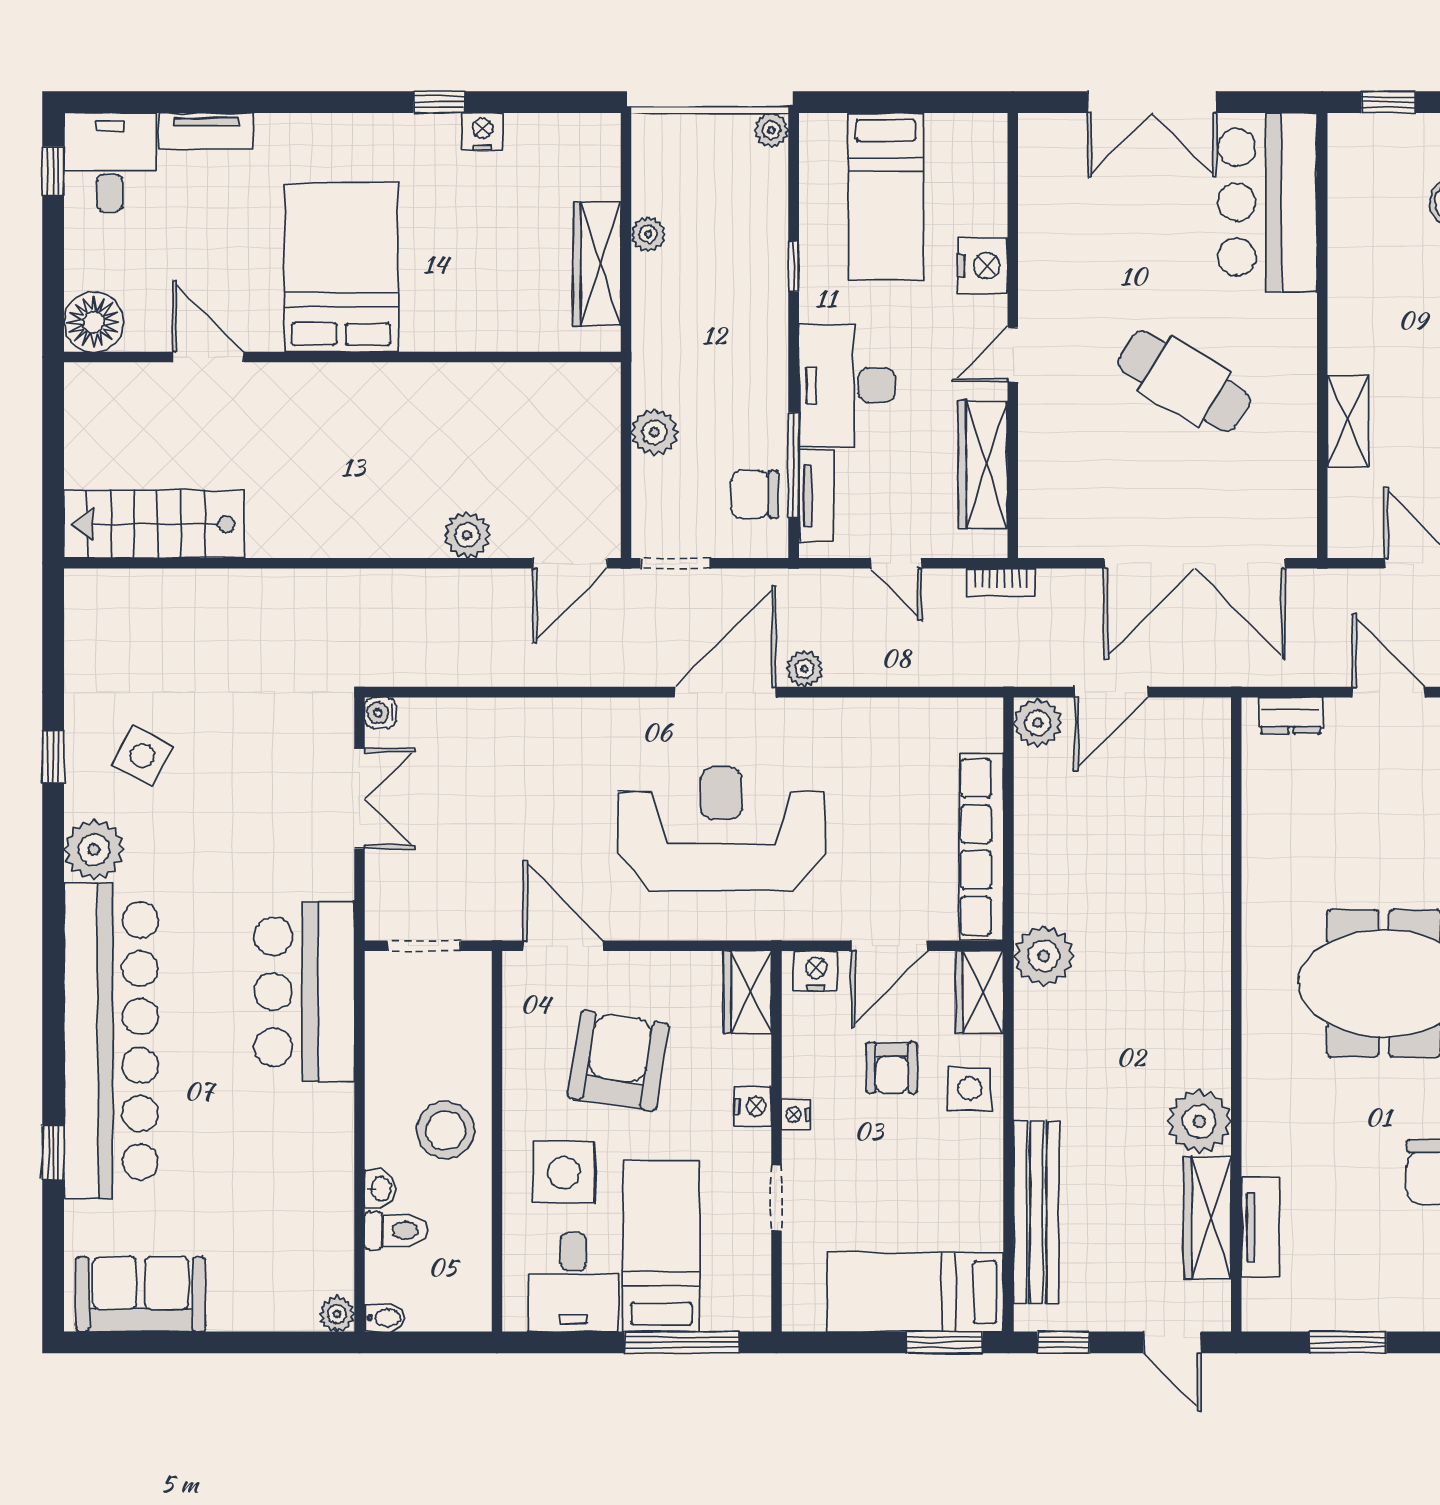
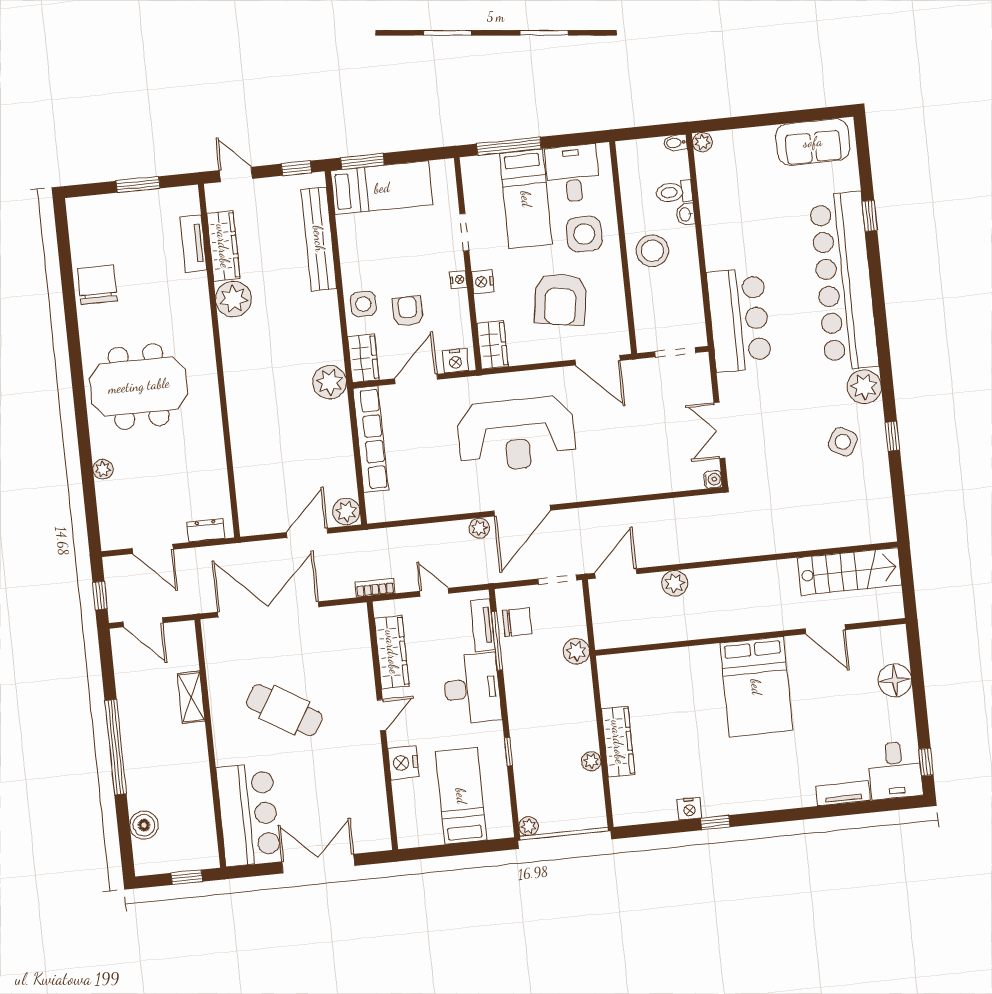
bed: (341, 267) -> (756, 687), moved
door: (208, 357) -> (825, 629), moved
wall: (342, 357) -> (750, 637), moved

